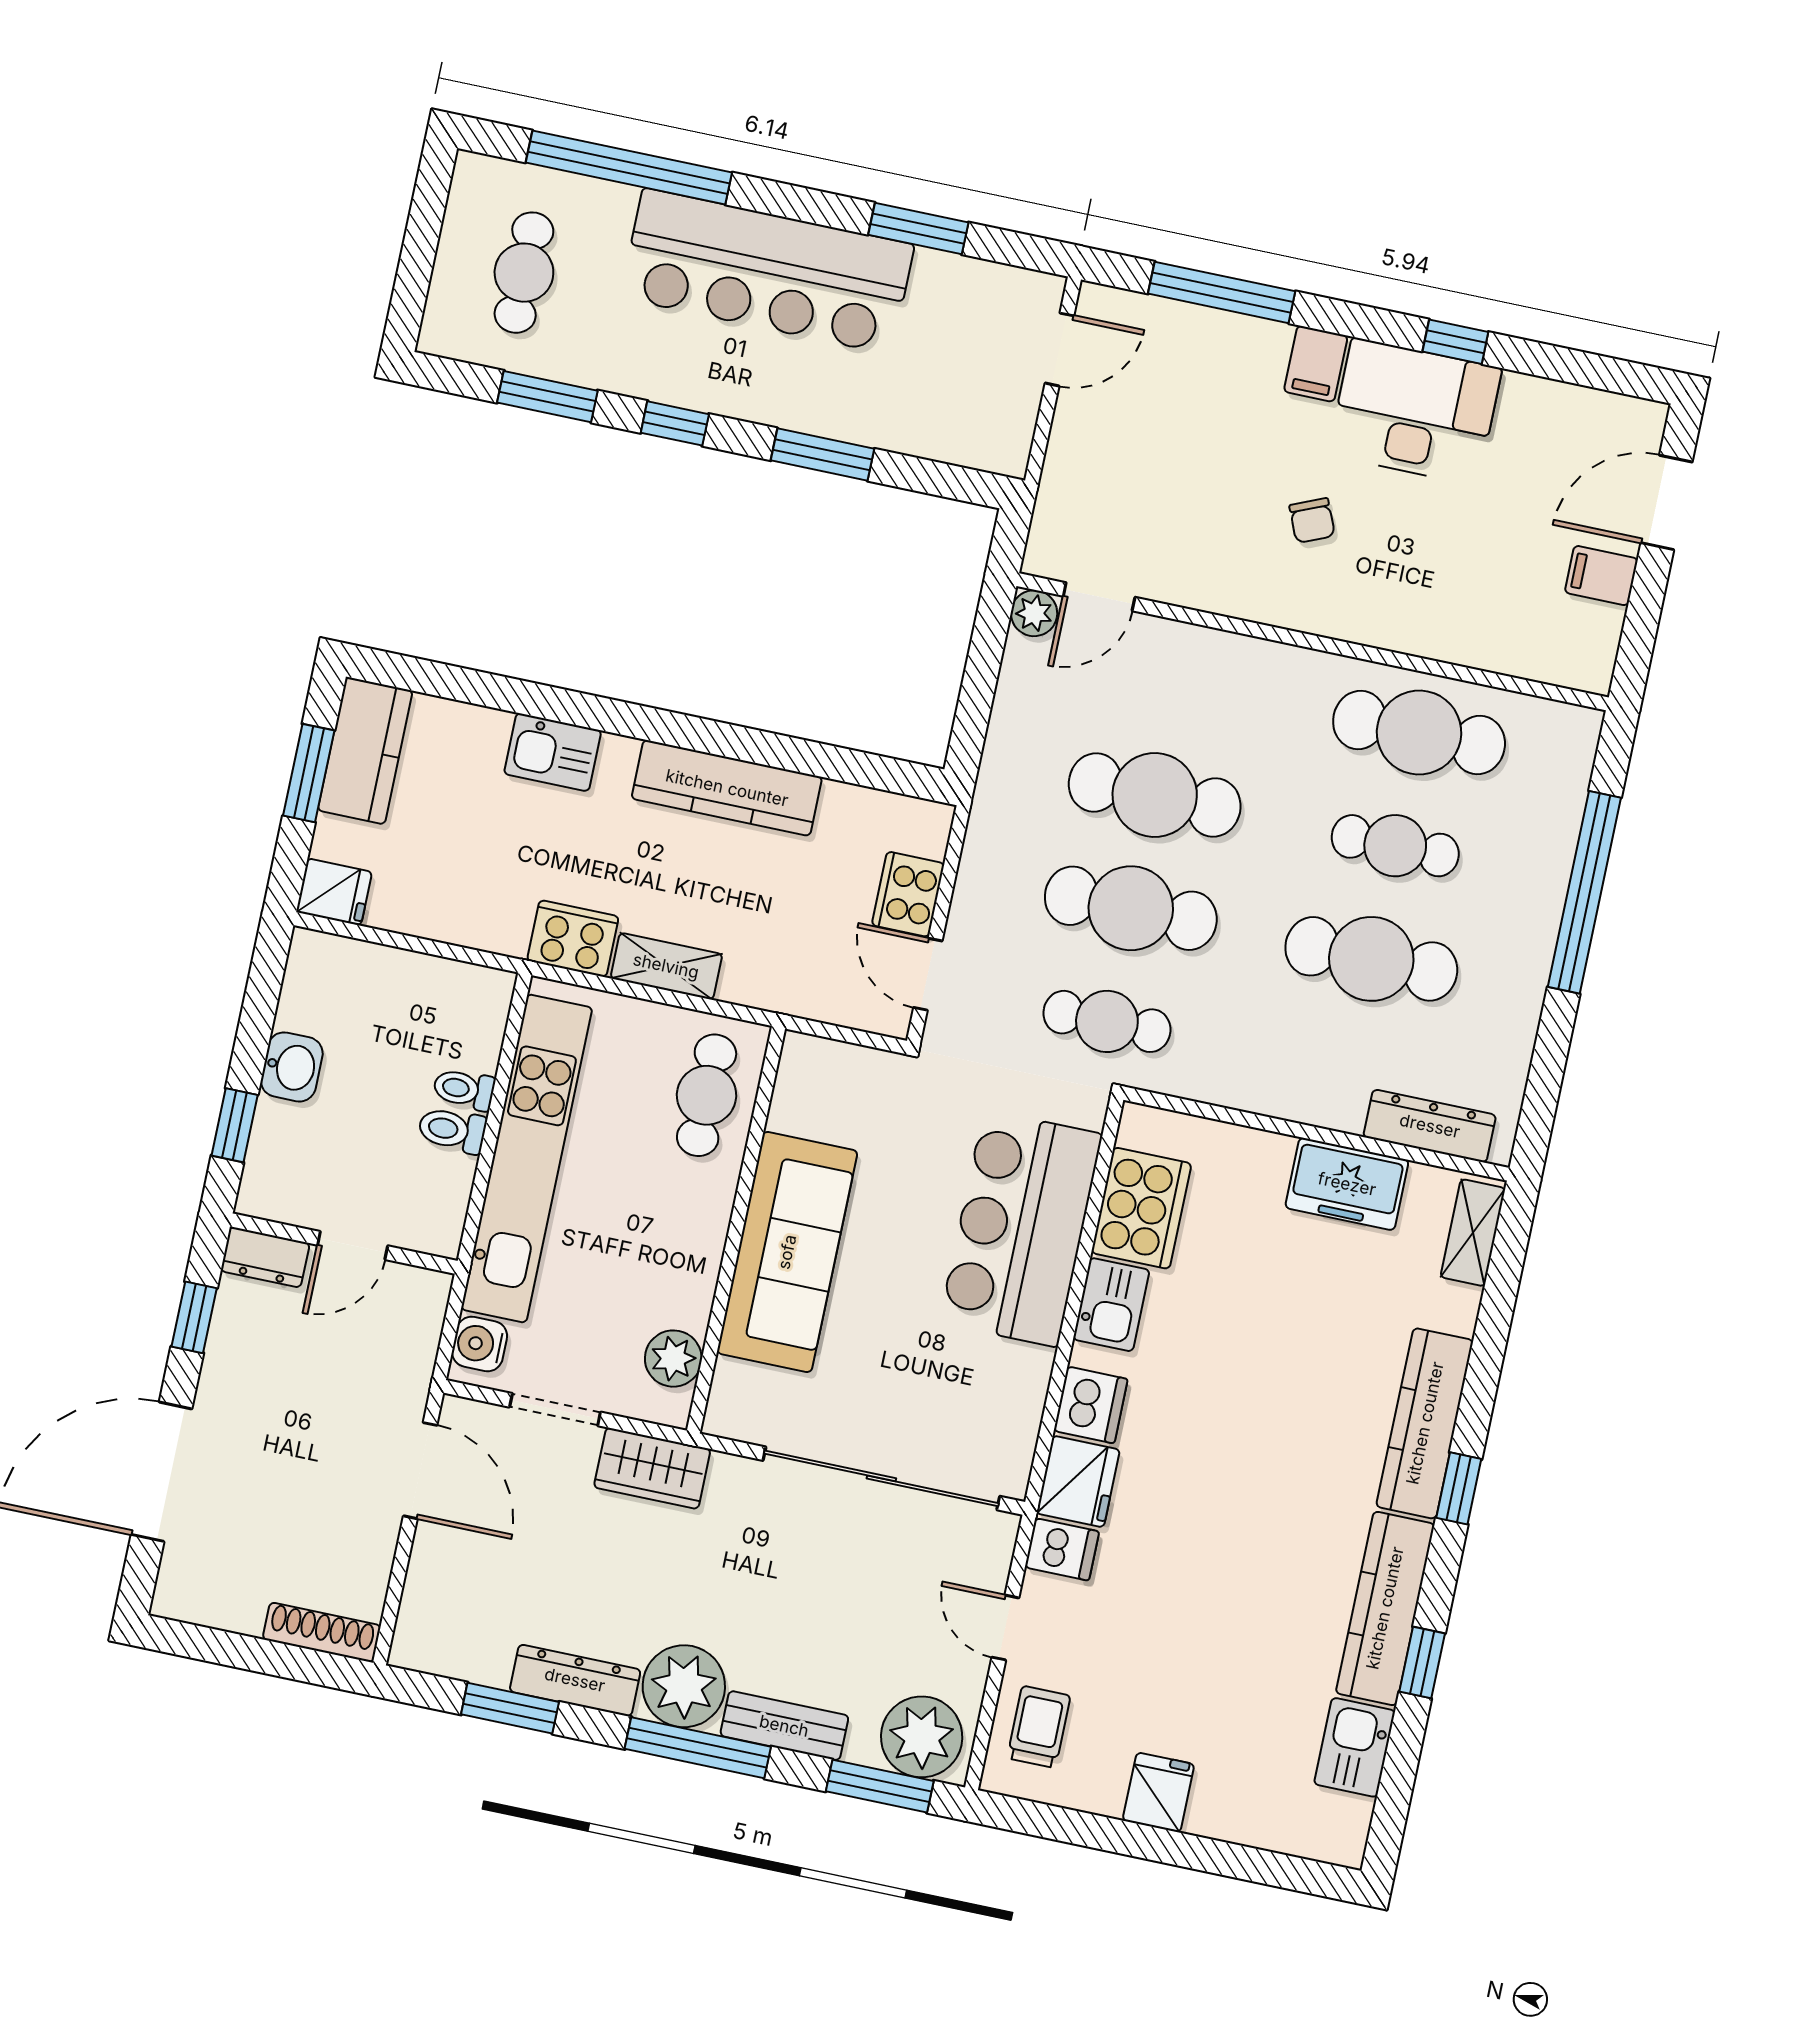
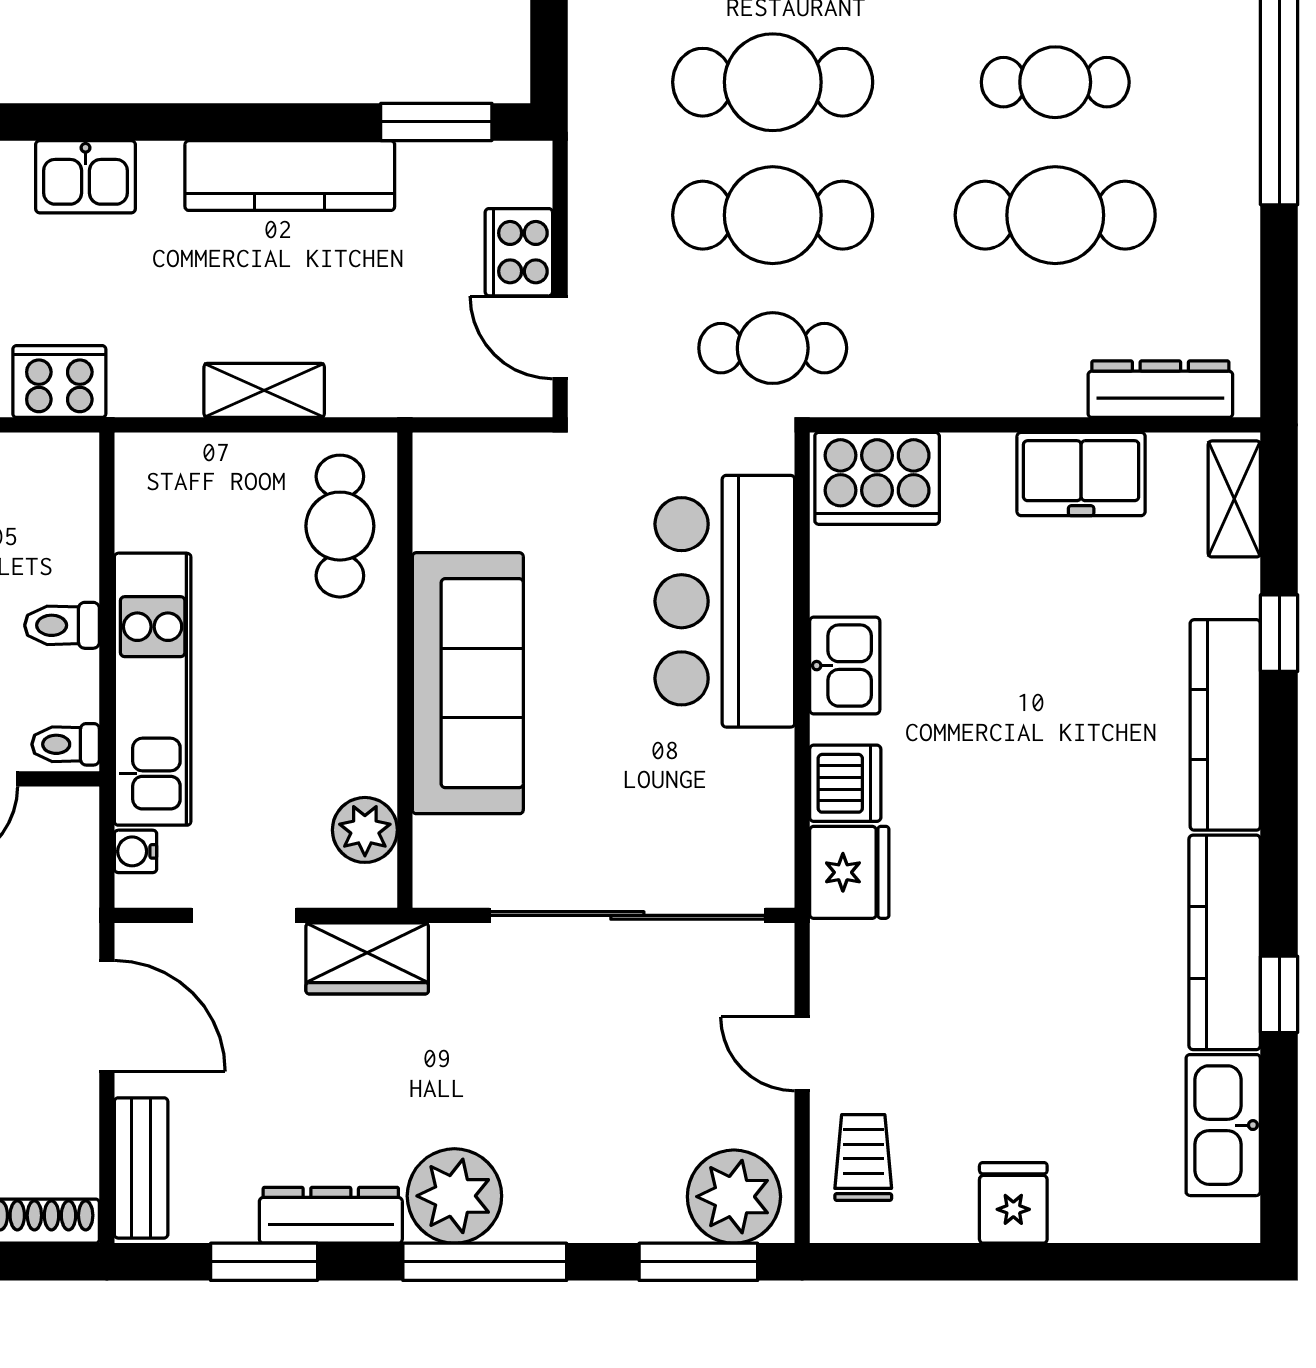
window: (861, 769) -> (436, 122), added
cooker: (573, 939) -> (59, 382), moved
toilet: (464, 1089) -> (66, 744), moved
kitchen unit: (527, 1159) -> (153, 689), width x0.73
cooker: (1141, 1208) -> (877, 478), moved, turned 90
water cooler: (480, 1344) -> (136, 851), width x0.72, depth x0.72
window: (1459, 1488) -> (1279, 633), moved
dishwasher: (1062, 1549) -> (847, 953), removed
bench: (784, 1726) -> (141, 1168), moved, turned 90
kitchen sink: (1355, 1747) -> (1223, 1125), width x1.38

